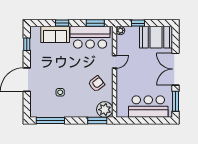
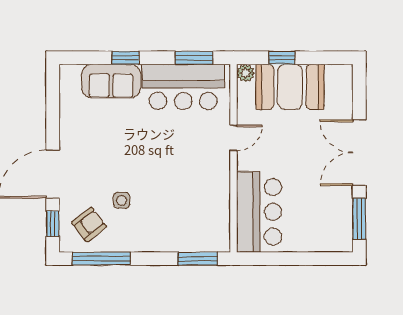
booth: (156, 37) -> (290, 87), moved
window: (27, 44) -> (53, 224), moved
armchair: (96, 84) -> (89, 224), moved
bar counter: (148, 107) -> (259, 212), moved, turned 90
plant: (105, 110) -> (213, 236), removed

